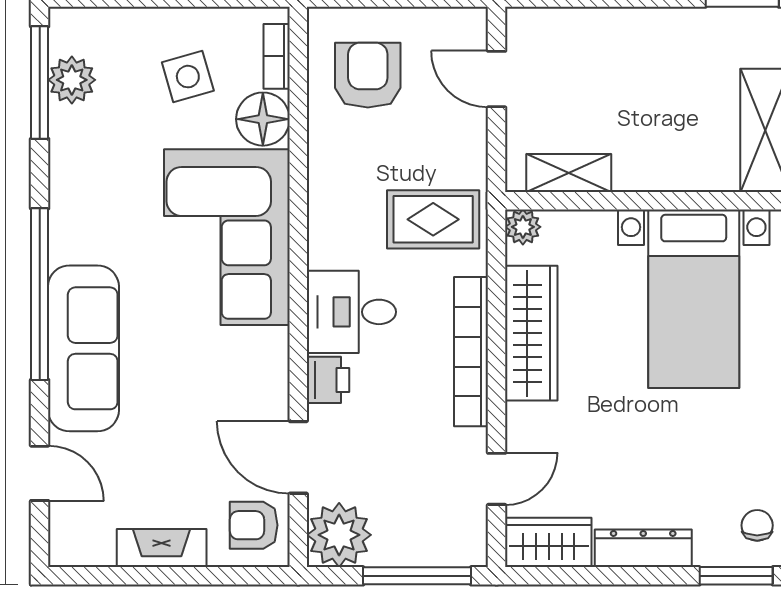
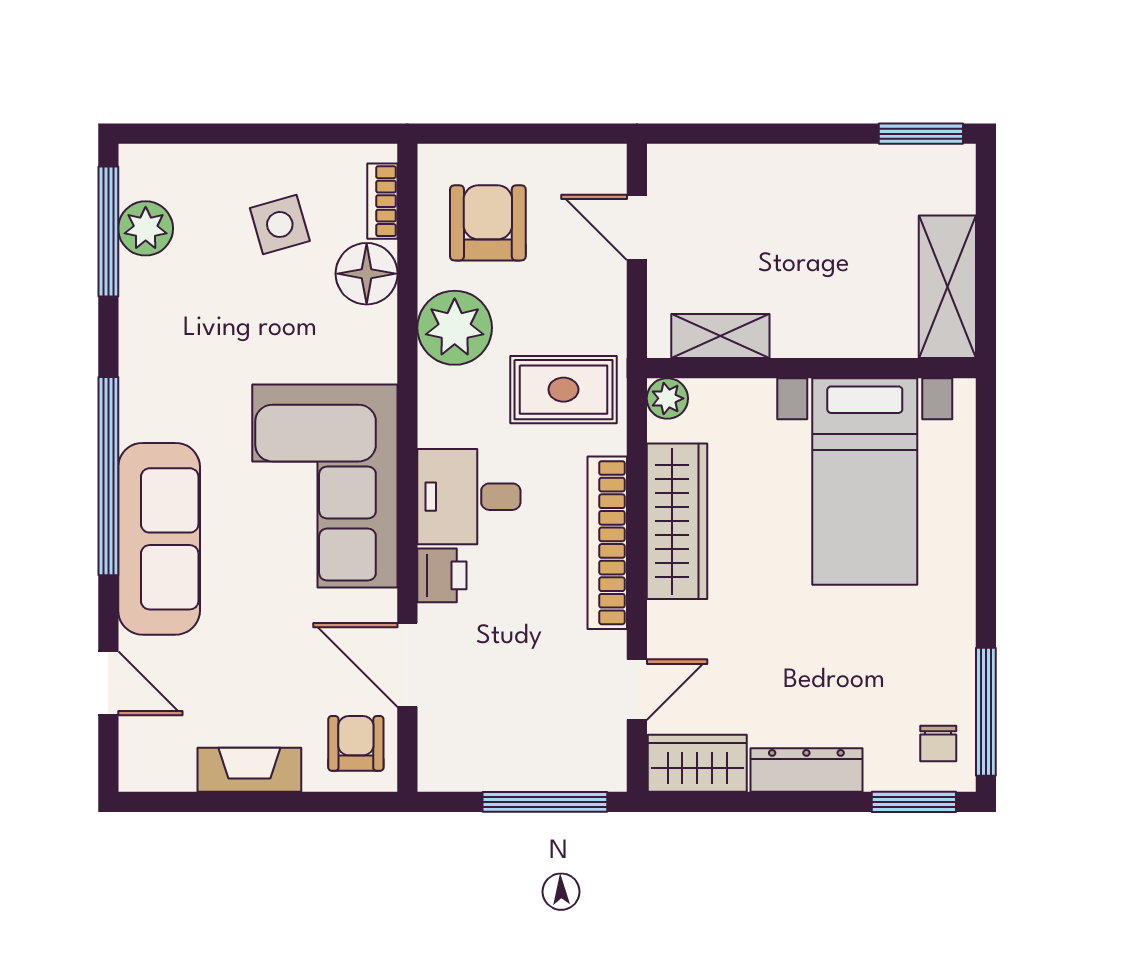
corner sofa: (227, 237) -> (325, 486), moved
armchair: (254, 525) -> (356, 743), turned 90
chair: (757, 525) -> (938, 744), turned 180
plant: (339, 535) -> (455, 328), moved

